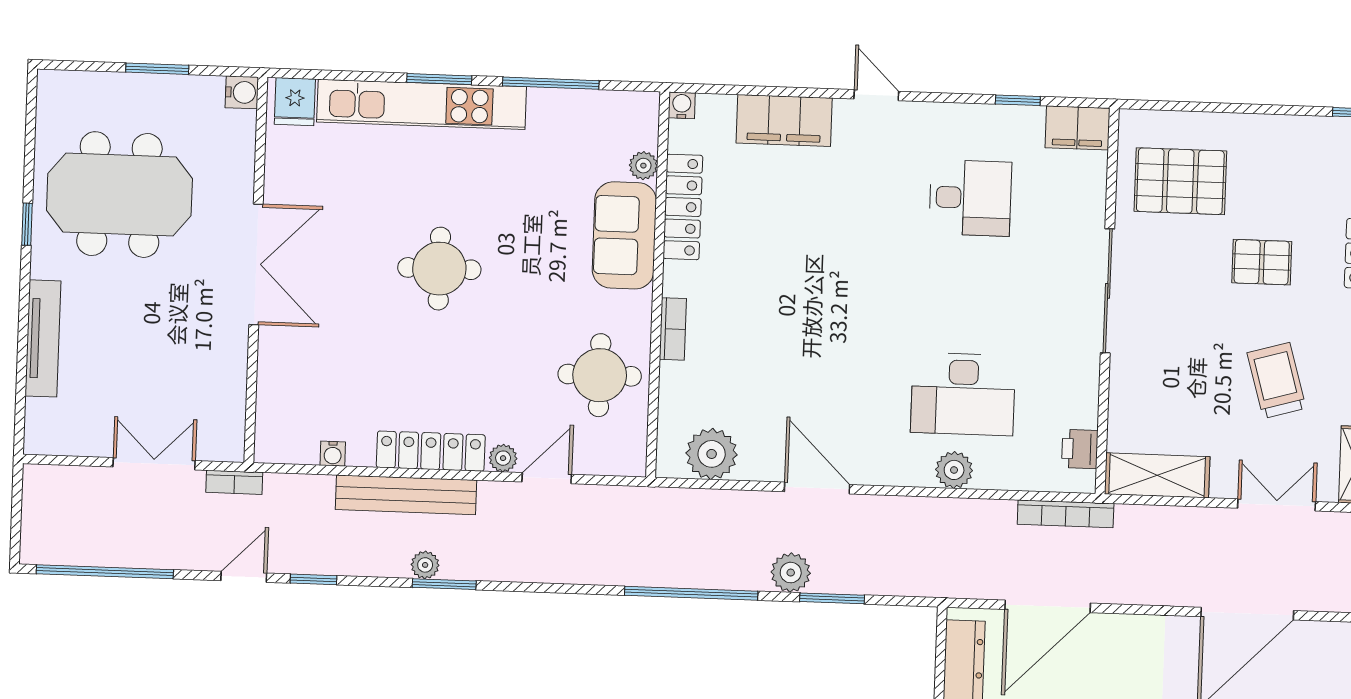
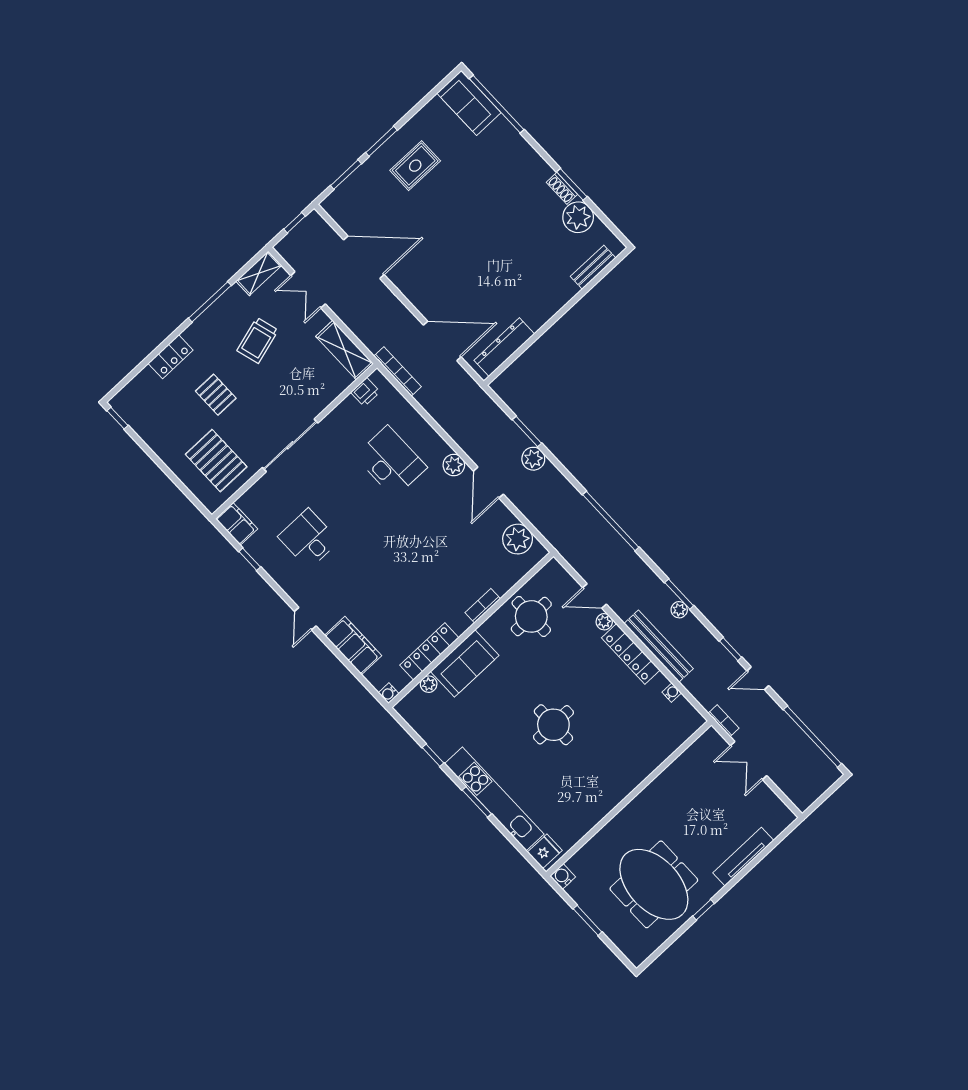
window: (551, 83) -> (433, 755), width x0.46
double door: (256, 264) -> (626, 801), removed
plant: (954, 470) -> (454, 465), moved
window: (691, 593) -> (611, 521), moved

